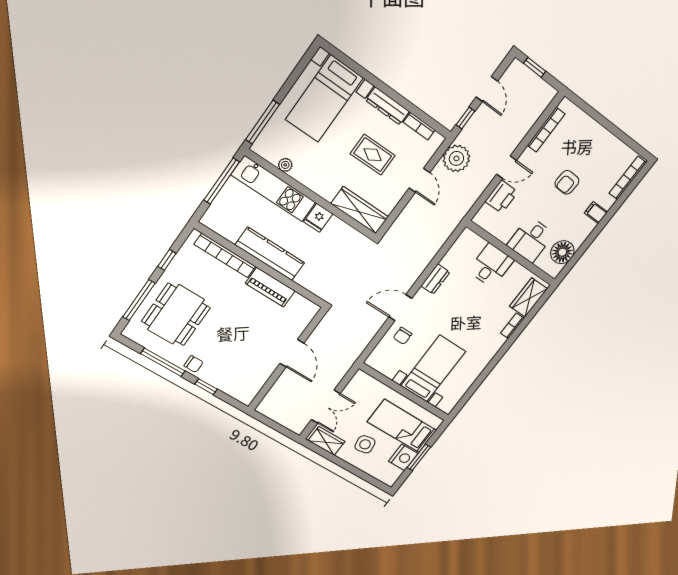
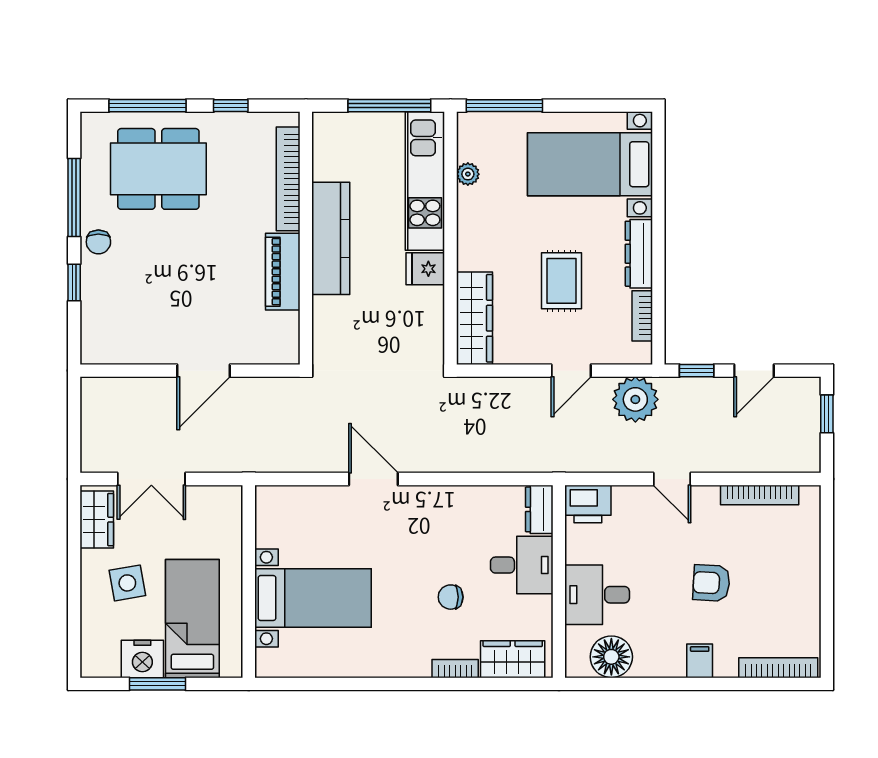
printer: (502, 197) -> (588, 504), moved
dresser: (435, 279) -> (539, 509), moved, turned 90
chair: (403, 336) -> (451, 597), moved

